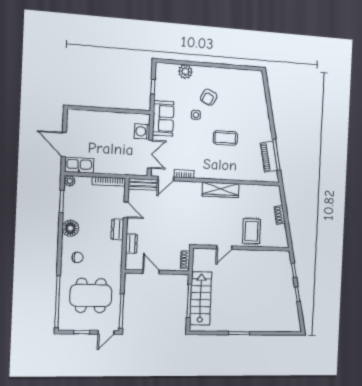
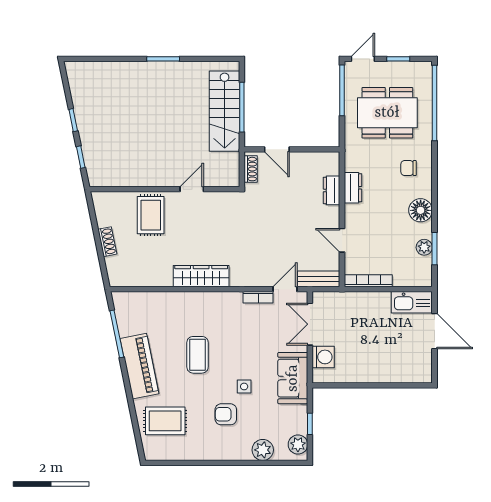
plant: (162, 73) -> (298, 444), added
rug: (248, 96) -> (165, 421), added
armchair: (209, 97) -> (226, 414), turned -116
coffee table: (225, 138) -> (198, 355), turned 90
piano: (269, 157) -> (139, 366), moved, width x1.37, depth x1.33
plant: (70, 181) -> (424, 247), moved
dresser: (117, 229) -> (353, 188), moved
door: (151, 272) -> (277, 149), moved

